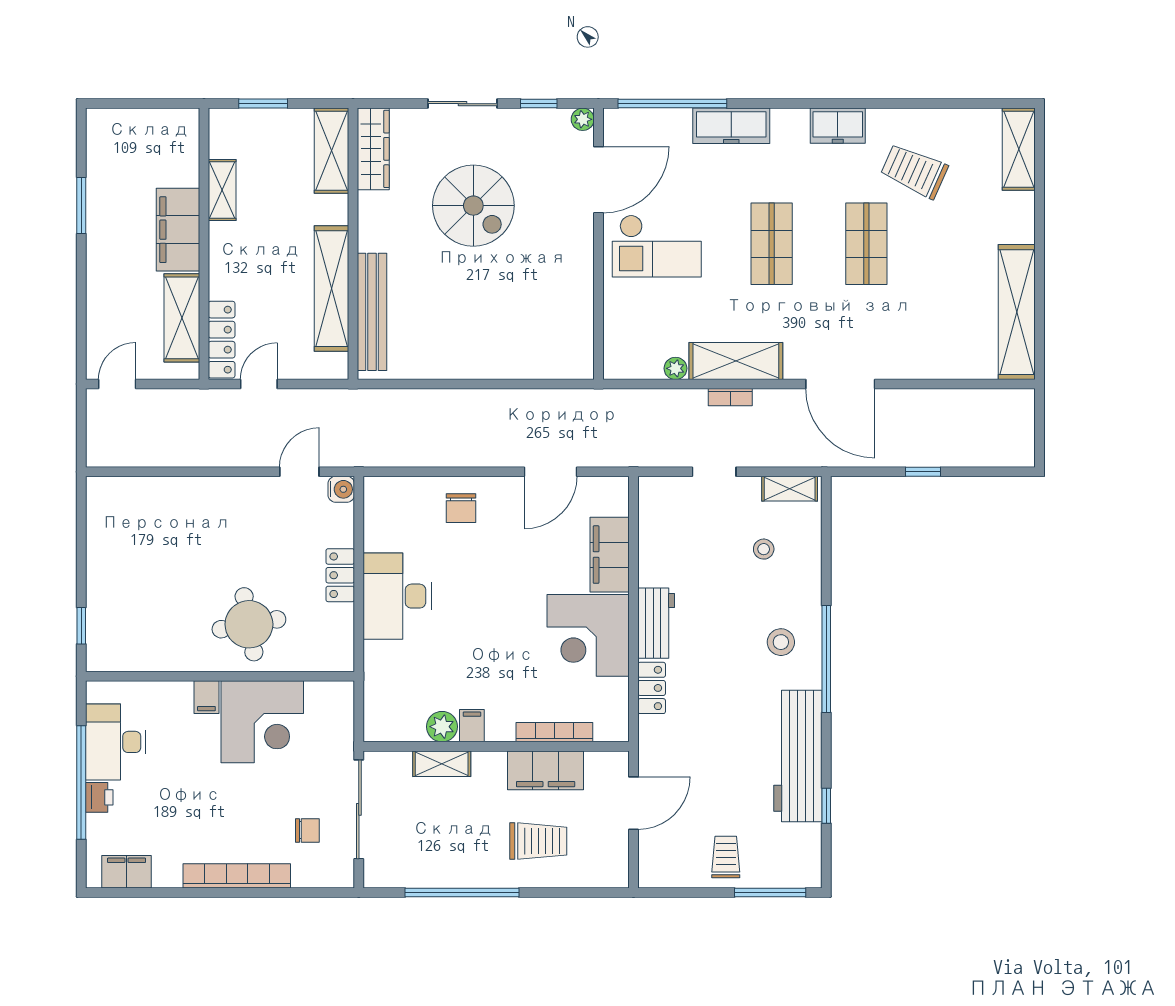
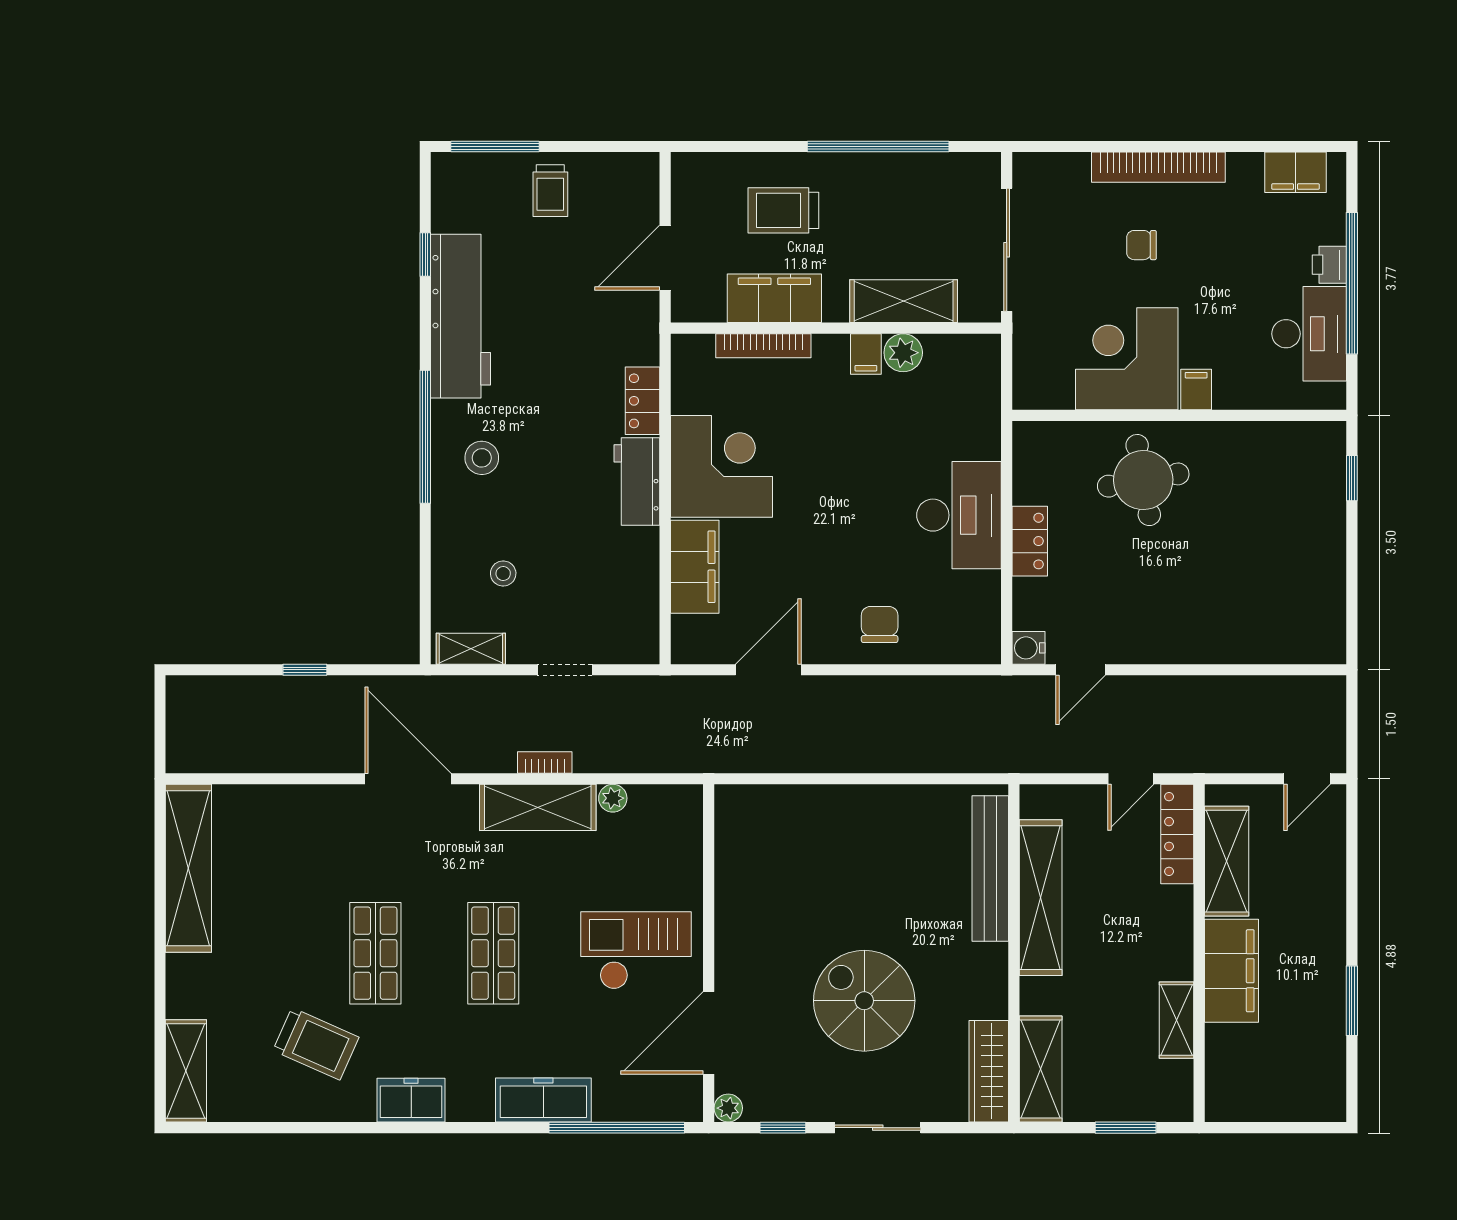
shelving: (442, 764) -> (904, 301), width x1.50, depth x1.33
chair: (307, 830) -> (1142, 245), moved

